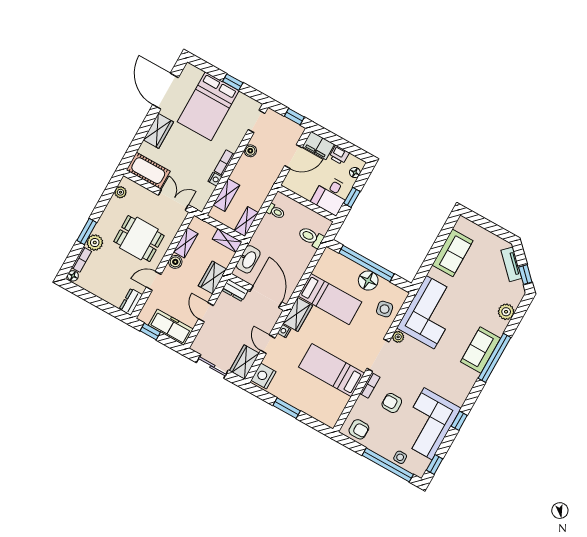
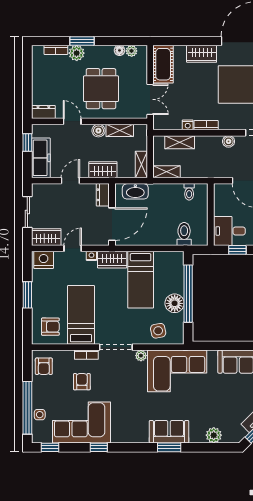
floor lamp: (73, 276) -> (119, 50), moved
window: (495, 358) -> (169, 447), width x0.47
armchair: (327, 403) -> (50, 327), added

